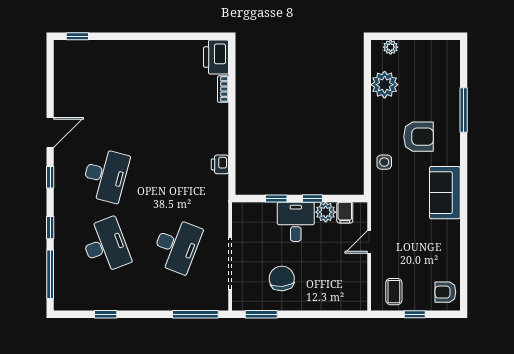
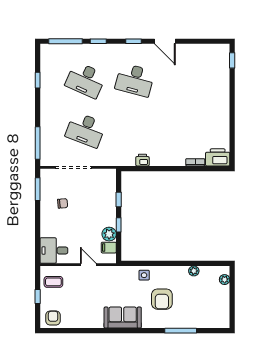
plant: (385, 85) -> (194, 271), width x0.53, depth x0.53
desk: (296, 222) -> (54, 251), moved, turned 180
desk: (105, 246) -> (86, 80), turned 45
chair: (282, 278) -> (63, 203), width x0.54, depth x0.54

